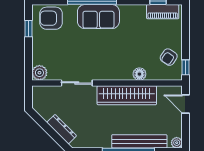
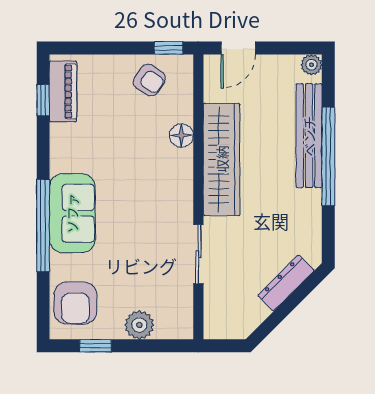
plant: (39, 73) -> (139, 325), moved

